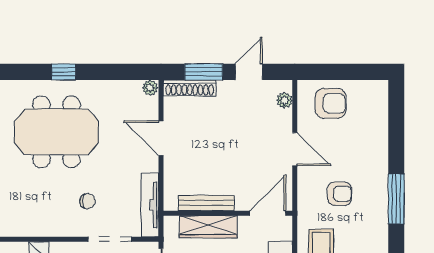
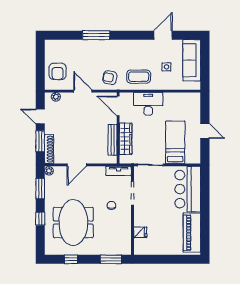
window: (118, 72) -> (40, 189), added
armchair: (331, 103) -> (58, 71), turned 180
door: (295, 149) -> (83, 91), hinge flipped
armchair: (340, 194) -> (110, 78), moved, turned -79
window: (396, 199) -> (96, 35), moved
tv unit: (150, 205) -> (119, 171), width x0.71

